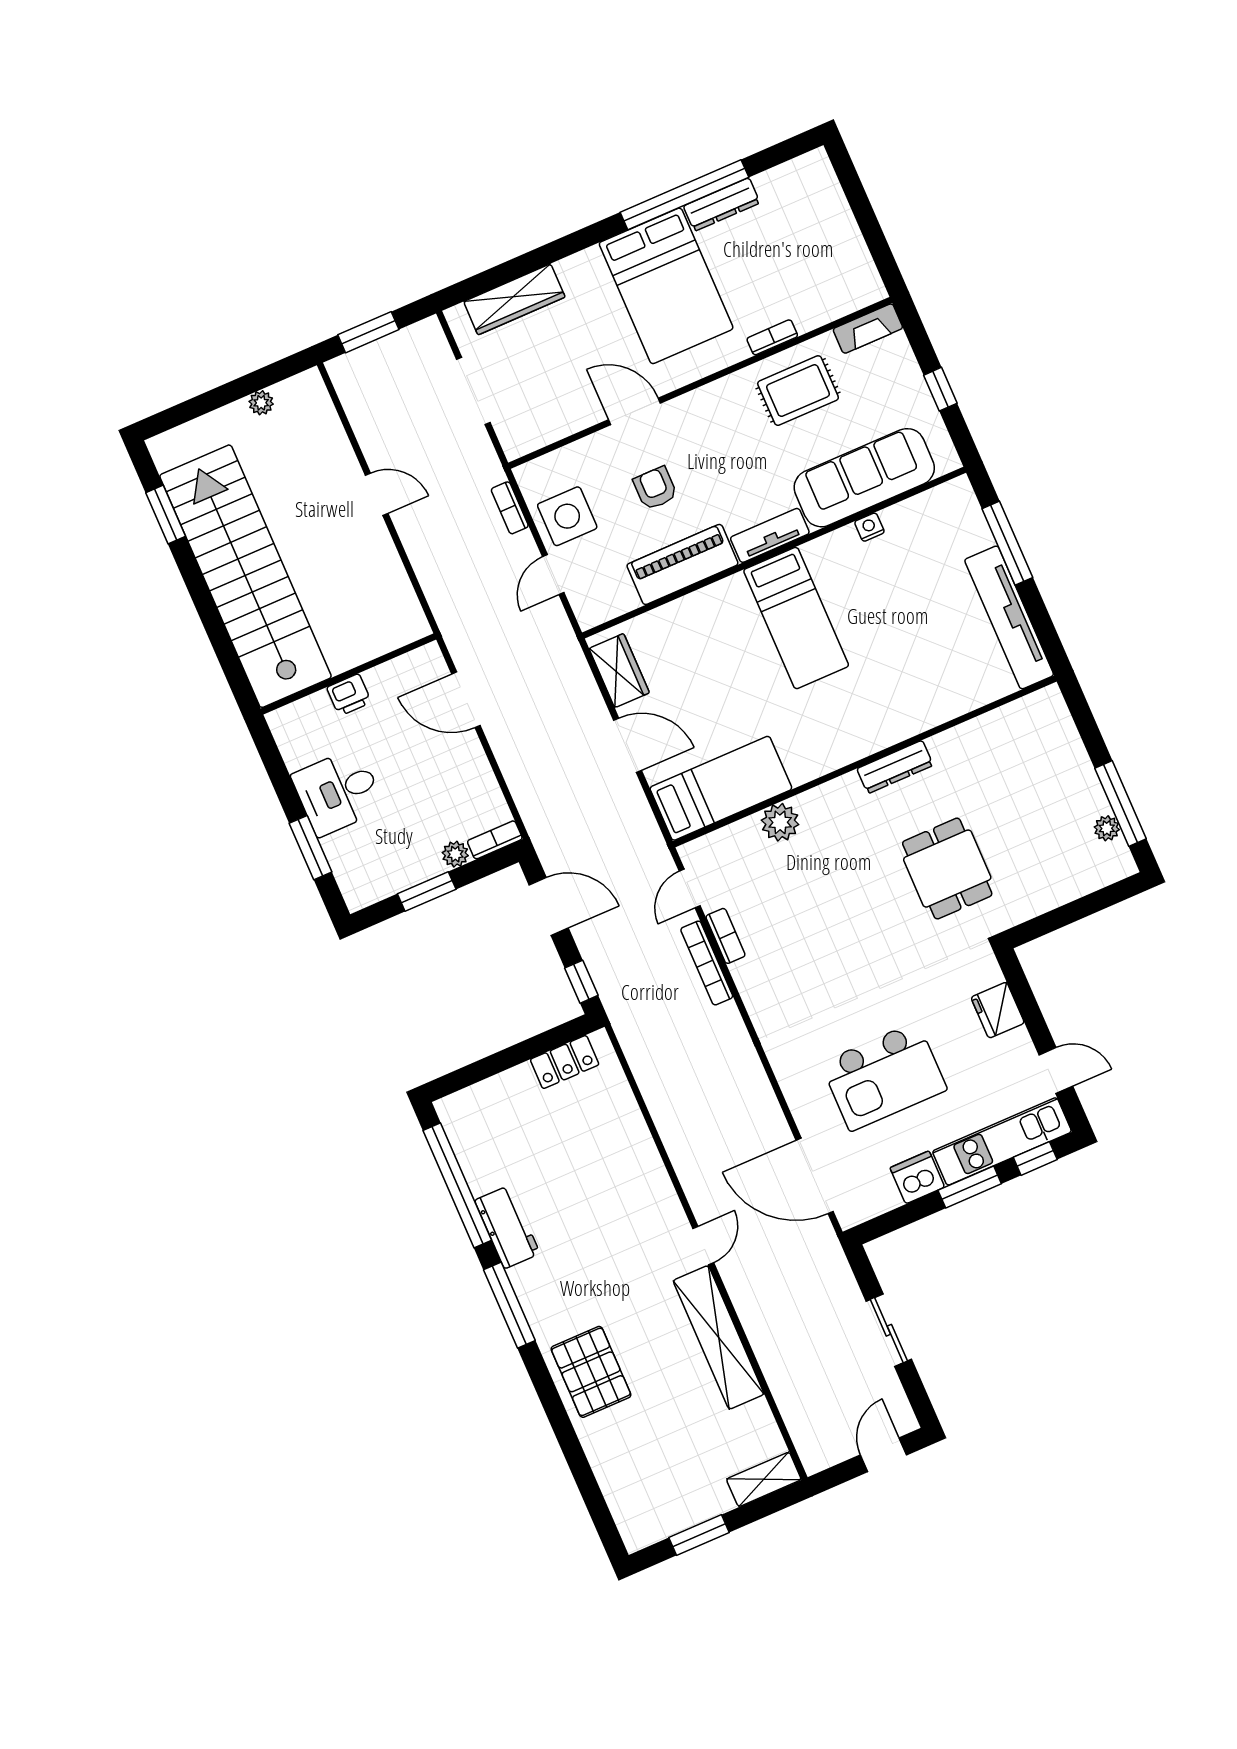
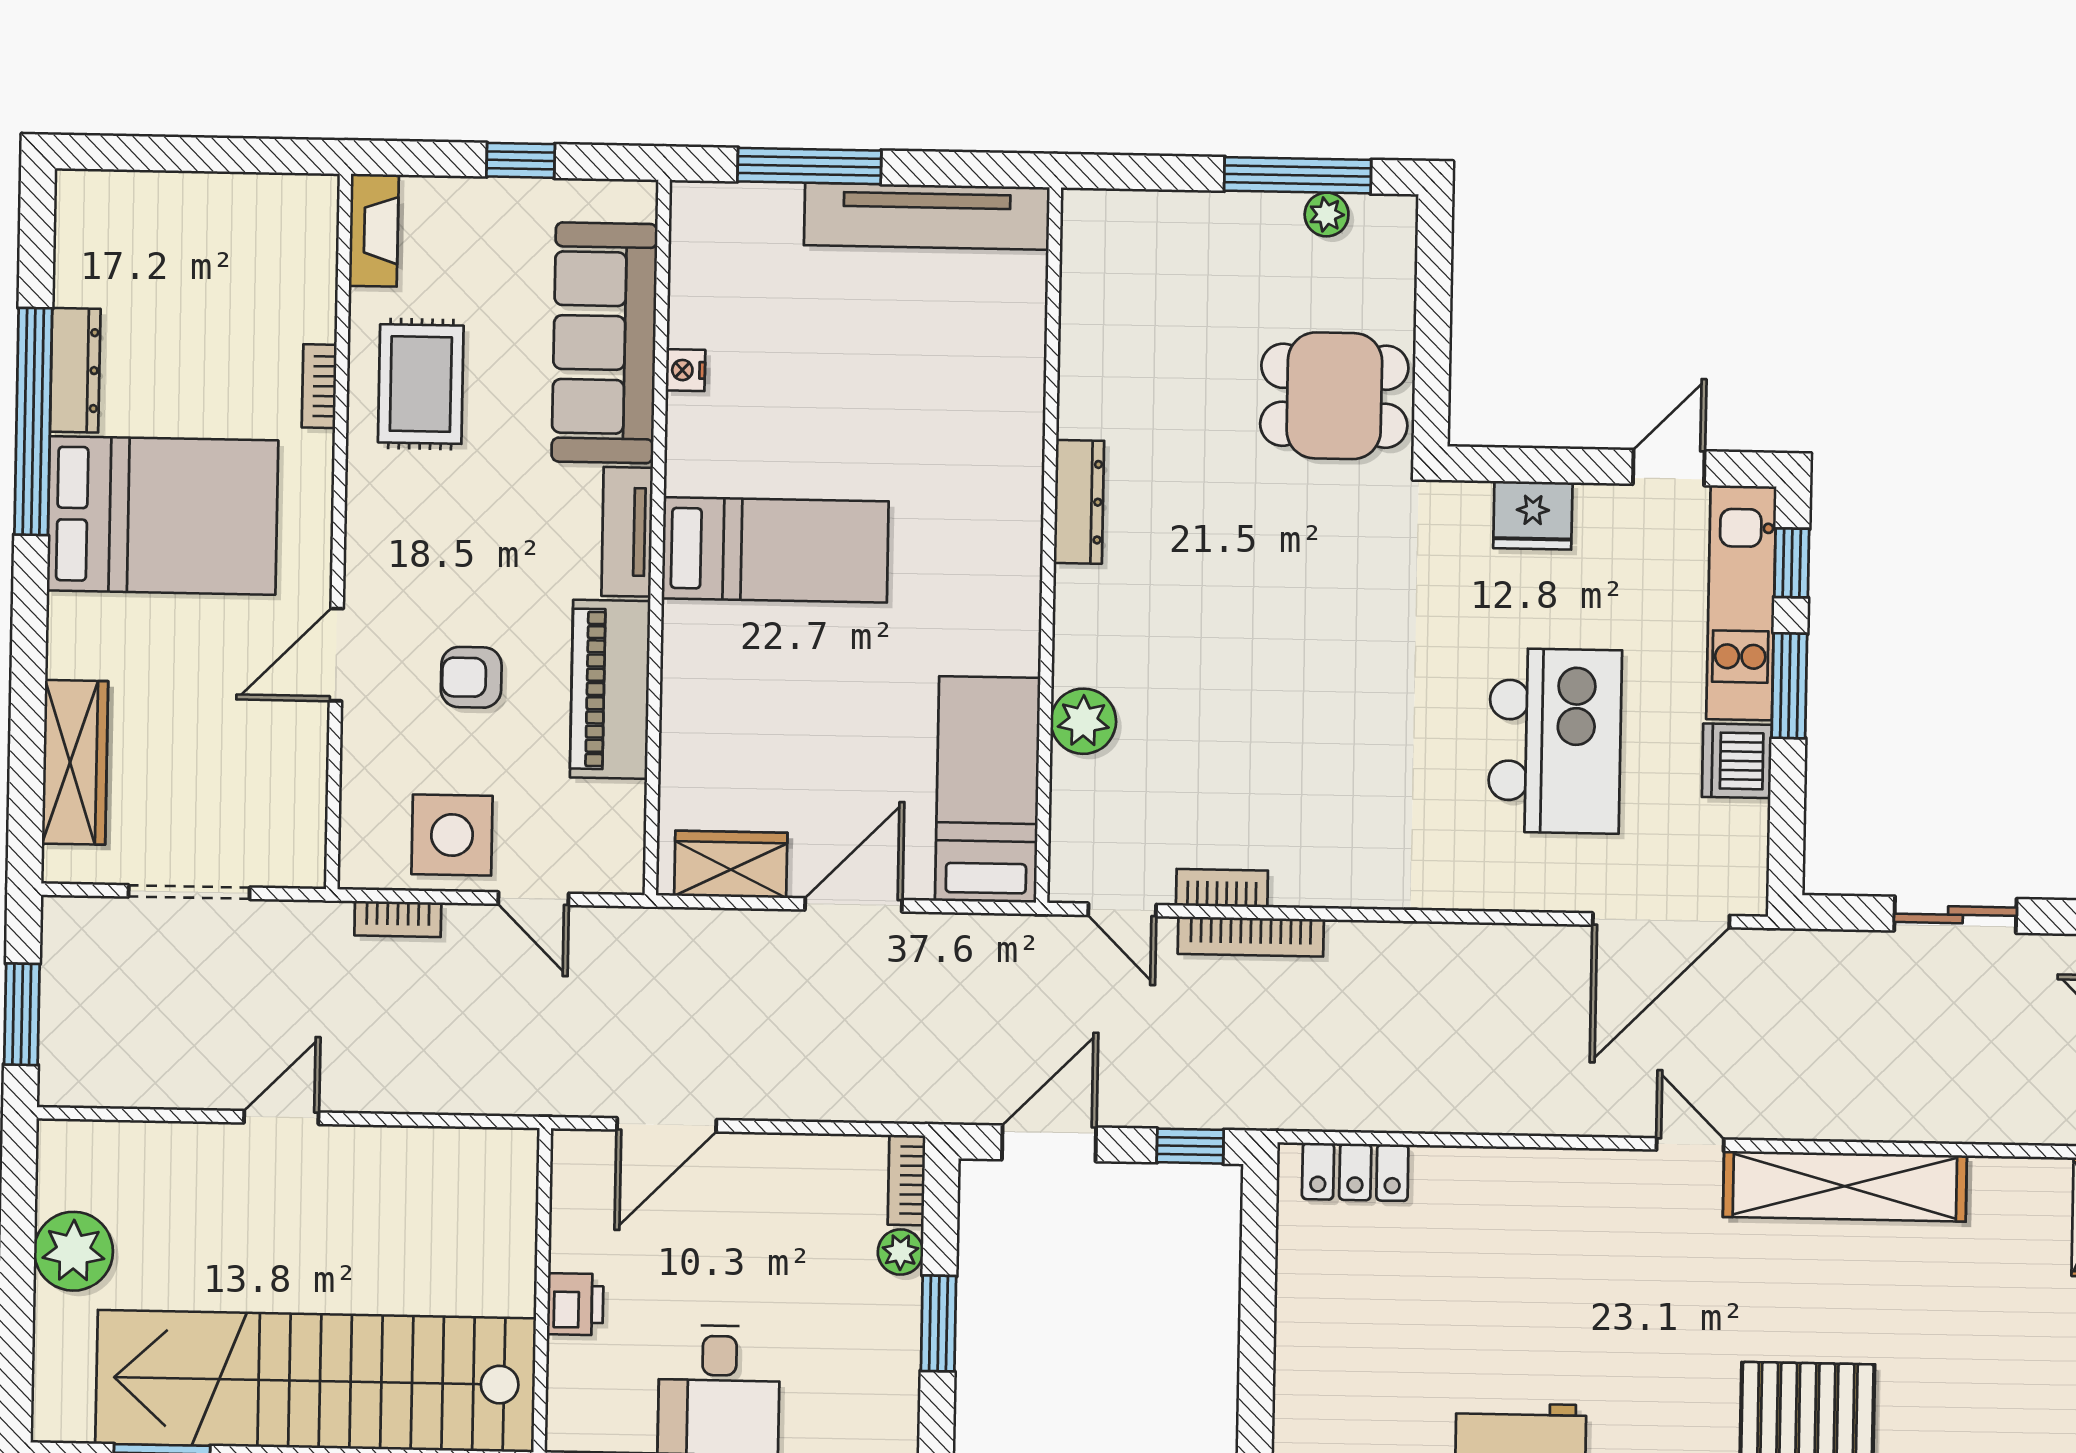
plant: (261, 403) -> (74, 1251), width x1.88, depth x1.88
dining table: (947, 869) -> (1334, 396), moved
locker: (565, 1062) -> (1355, 1172), moved, turned 90

